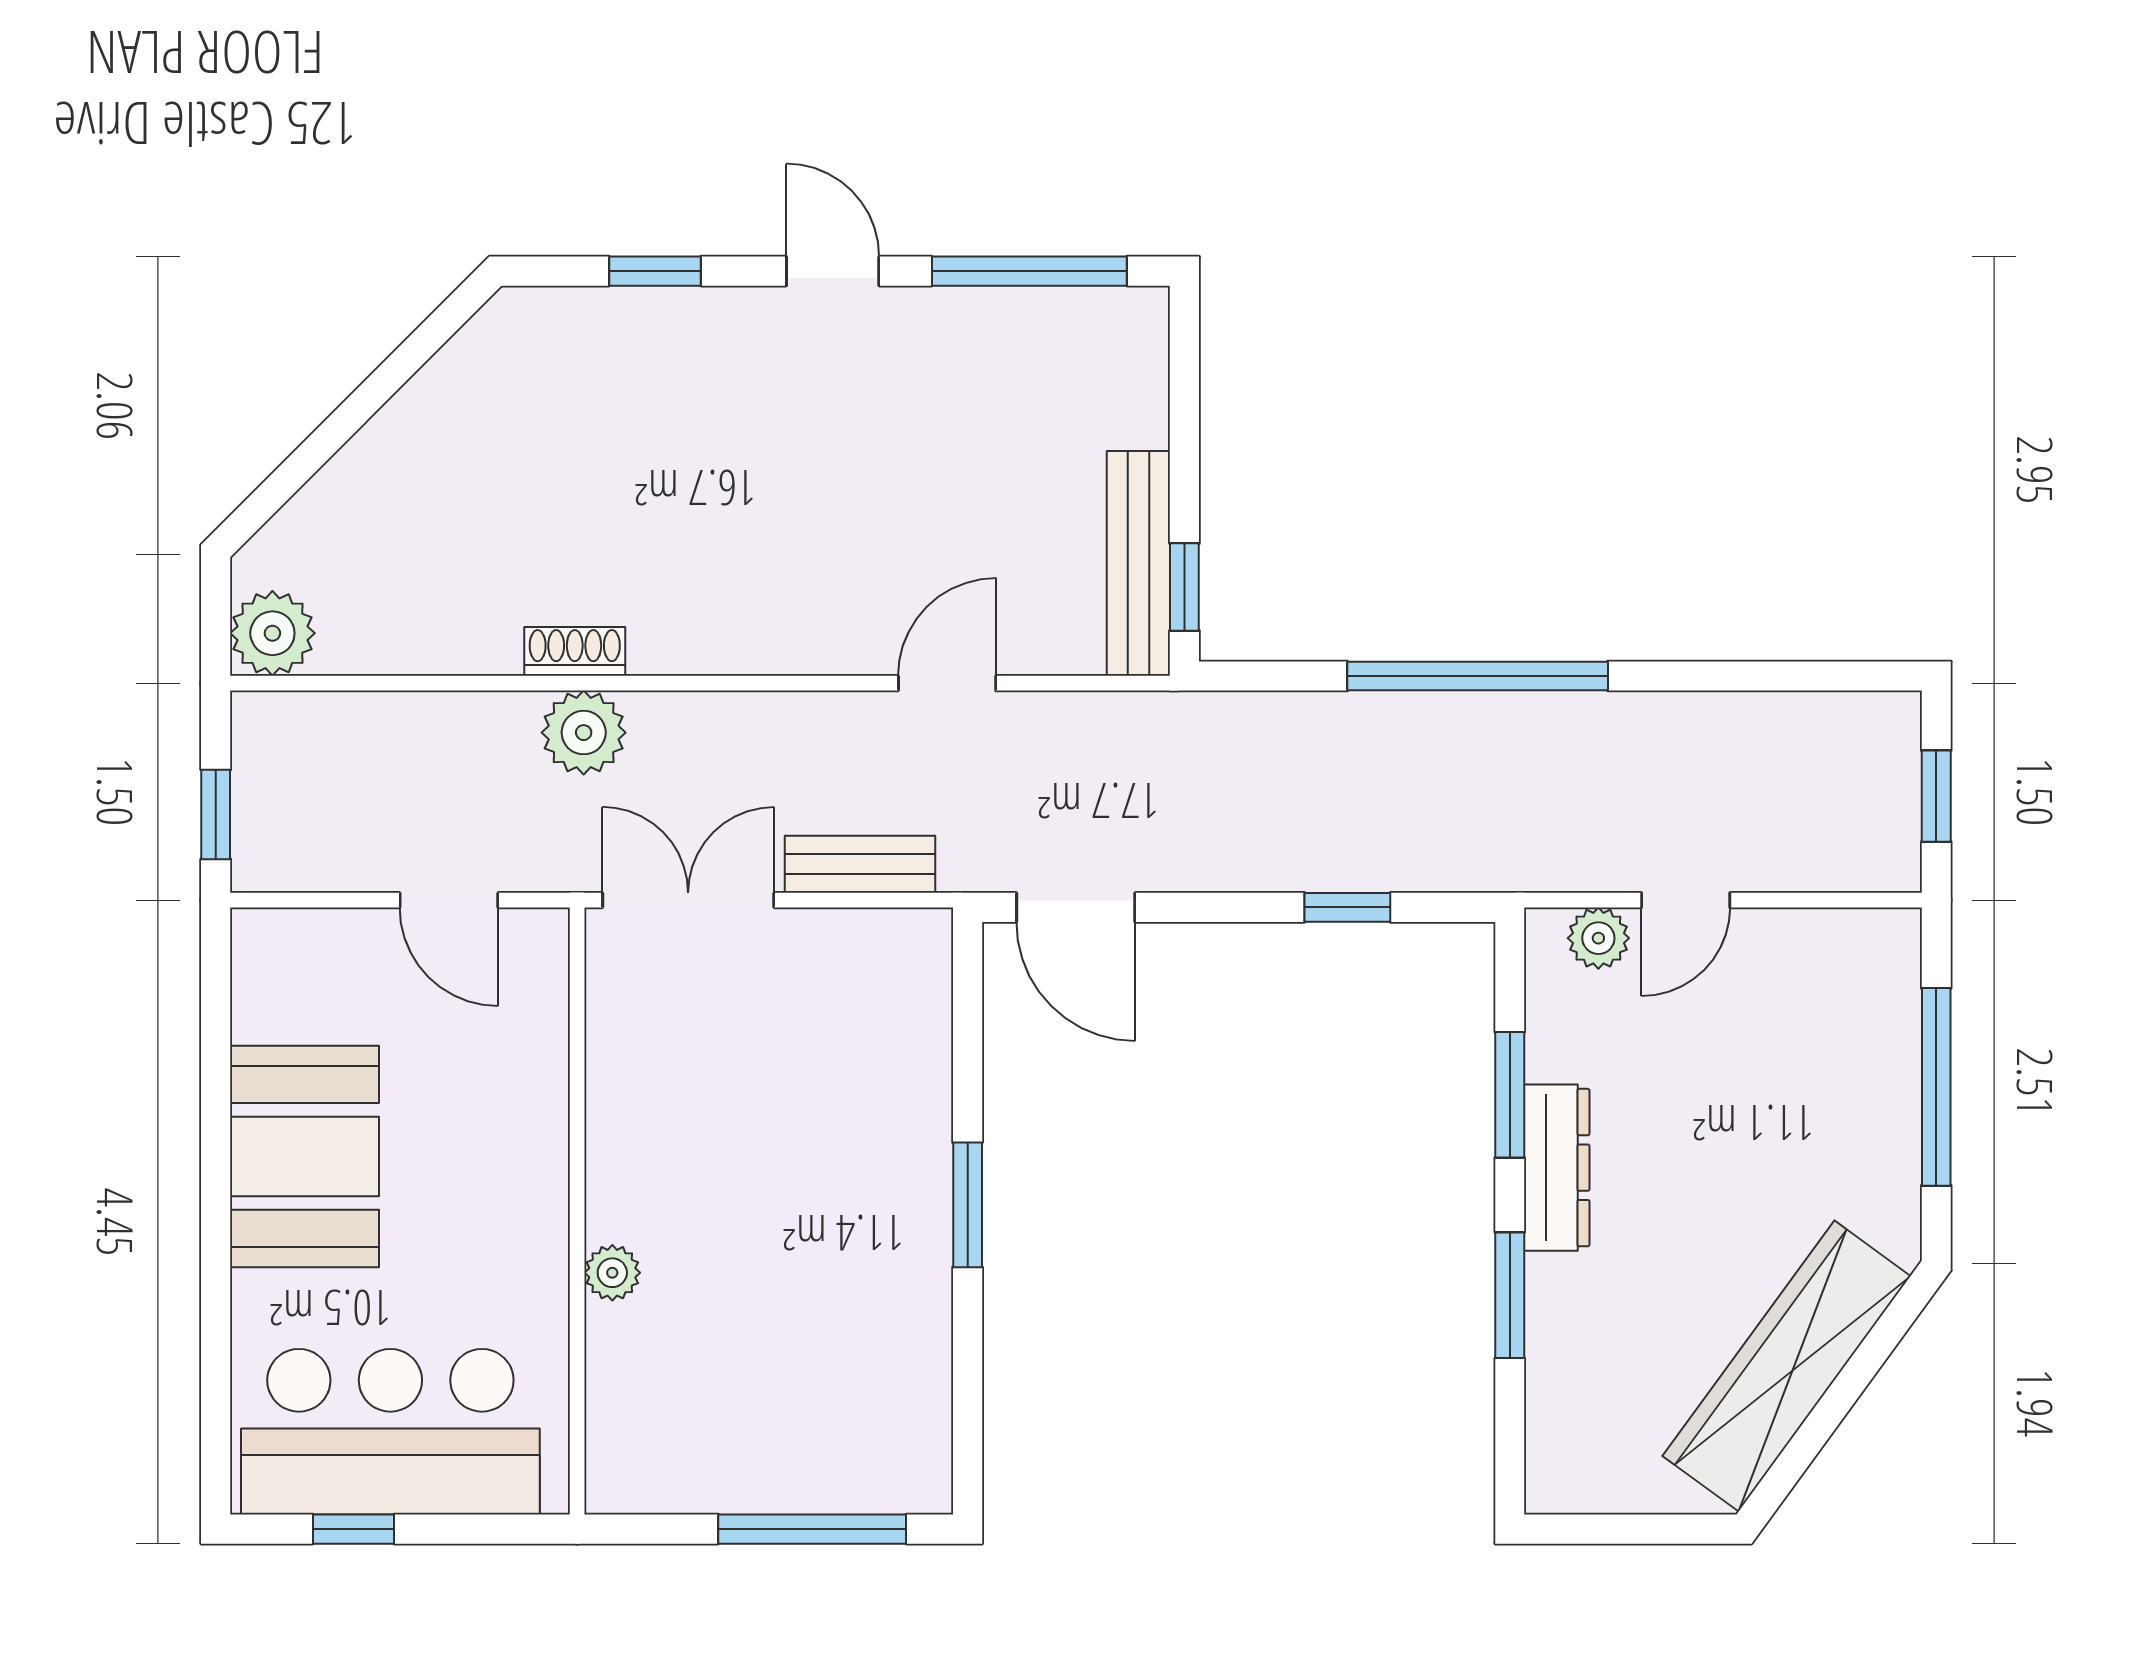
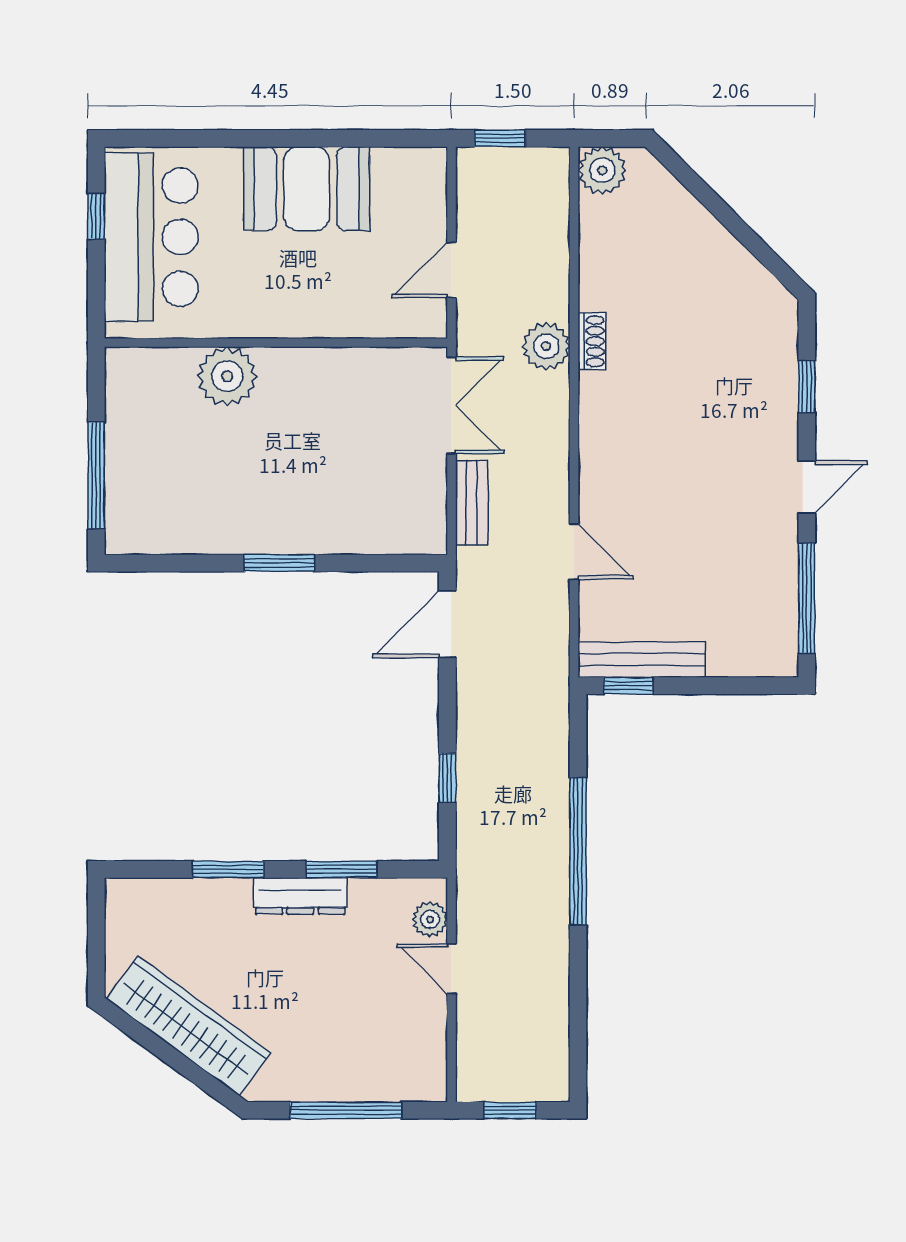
plant: (612, 1273) -> (227, 376), width x1.88, depth x1.88

